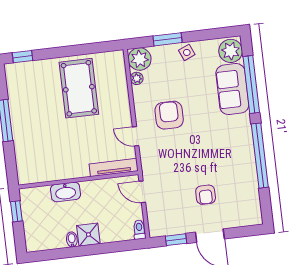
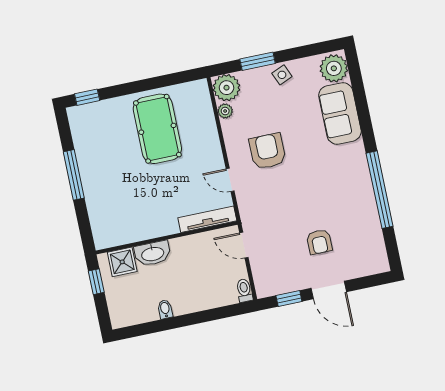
window: (251, 84) -> (362, 106), removed
shower: (88, 235) -> (122, 262), moved

